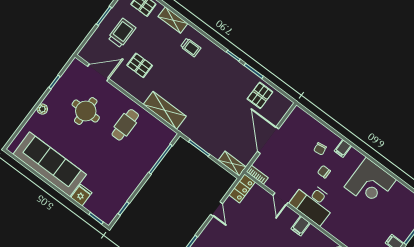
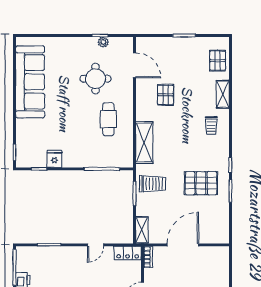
trolley: (122, 33) -> (153, 184), moved
pallet: (260, 95) -> (201, 183), moved, width x1.50, depth x1.42
plant: (42, 109) -> (103, 42), moved
cafe table: (125, 125) -> (108, 119), turned 90
fridge: (81, 195) -> (54, 159), moved, turned -90

